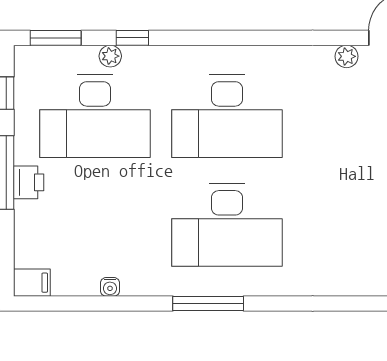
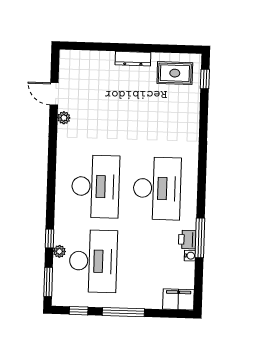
printer: (29, 182) -> (187, 240), moved, turned -90
filing cabinet: (32, 283) -> (178, 299), width x2.00
window: (208, 304) -> (200, 238), moved

